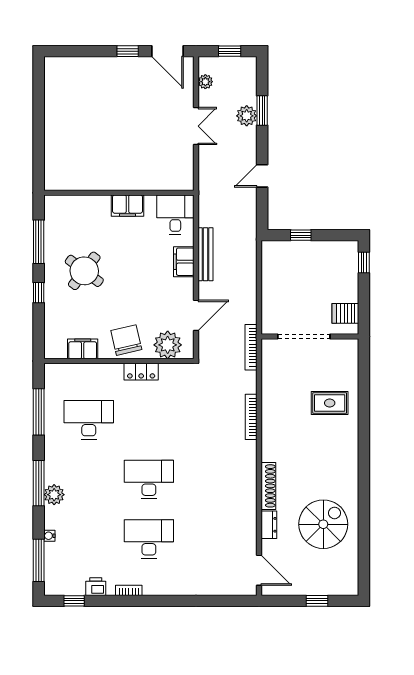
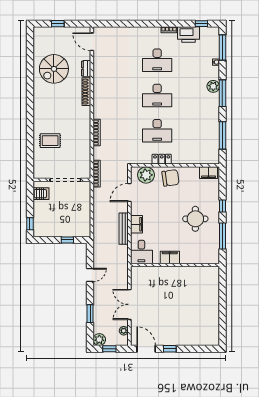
plant: (247, 116) -> (99, 340), moved
double door: (196, 126) -> (129, 304), width x1.37
round table: (84, 271) -> (195, 219), turned -37
chair: (126, 340) -> (171, 178), turned -85
filing cabinet: (83, 349) -> (209, 173), moved
desk: (89, 420) -> (157, 131), moved
printer: (96, 587) -> (189, 35), width x1.87, depth x1.48

